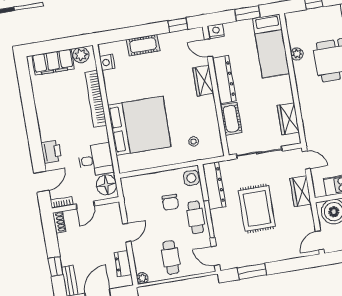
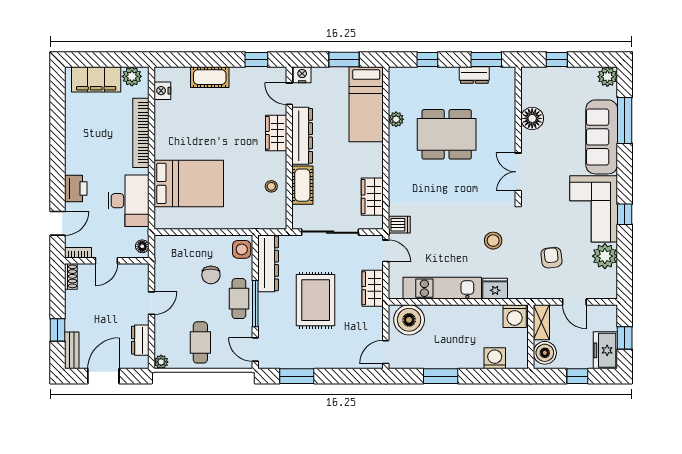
bed: (139, 126) -> (189, 183), width x0.73
dishwasher: (313, 137) -> (399, 225), added
stool: (194, 141) -> (271, 186), moved
desk: (96, 160) -> (128, 201), width x1.37
floor lamp: (106, 185) -> (142, 246), width x0.53, depth x0.53

